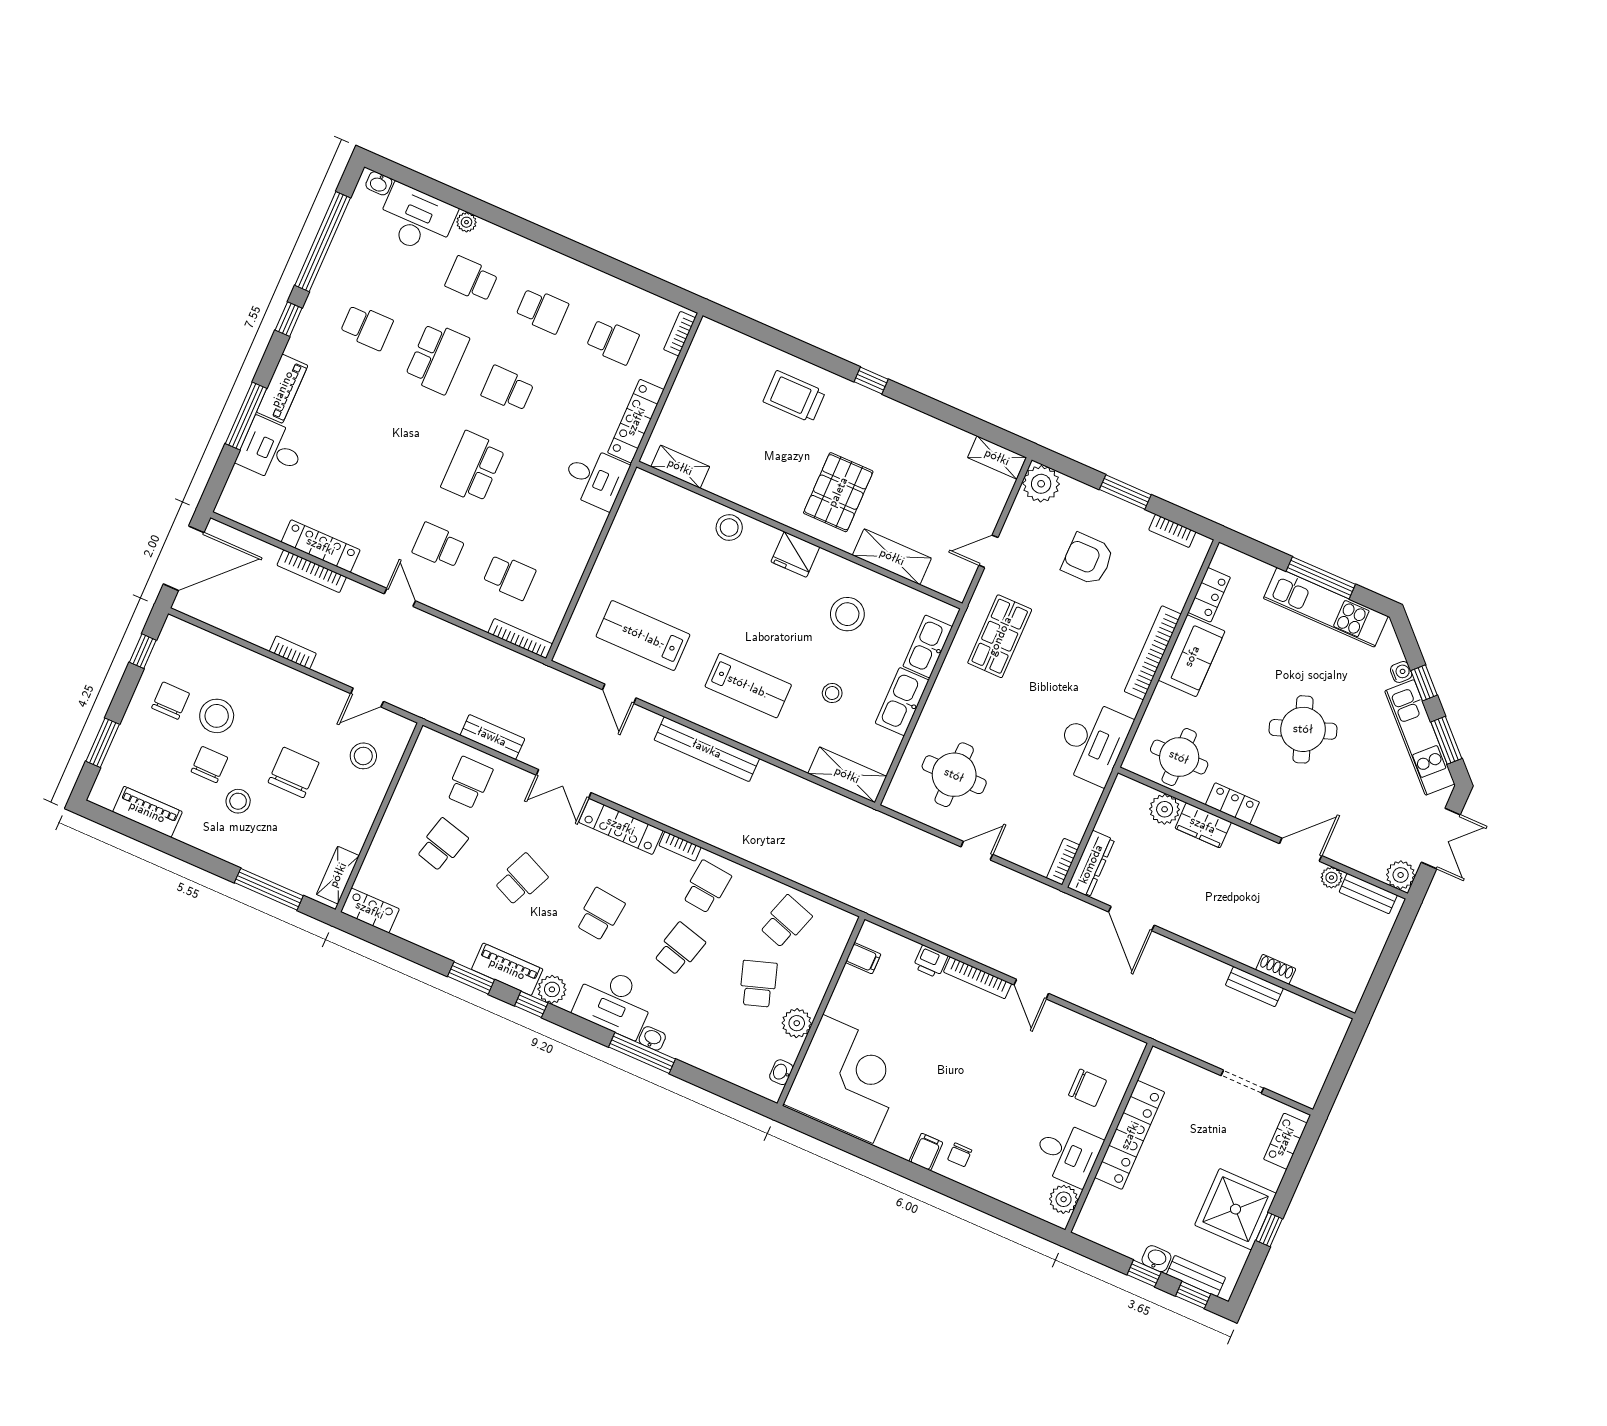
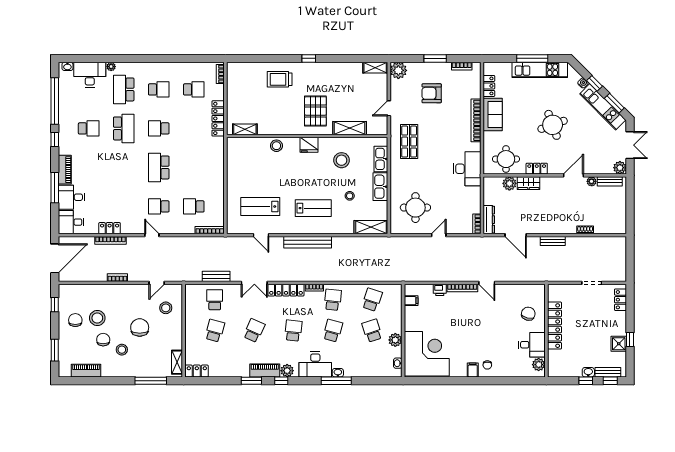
school desk: (472, 279) -> (124, 89), width x1.85
desk: (595, 478) -> (71, 222), moved, turned 180
locker: (321, 546) -> (110, 228), width x0.66
school desk: (509, 577) -> (194, 206), turned 180
bench: (1254, 987) -> (553, 241), moved
chair: (1087, 1088) -> (528, 314), turned -75
shower: (1236, 1209) -> (619, 344), width x0.54, depth x0.54

